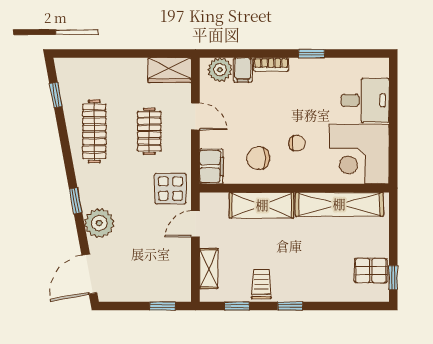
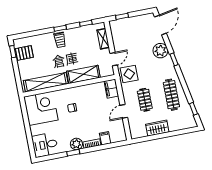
wardrobe: (170, 70) -> (157, 128), moved
plant: (220, 70) -> (76, 144), moved
desk: (365, 100) -> (45, 145), moved
door: (195, 116) -> (124, 111), hinge flipped
chair: (258, 158) -> (89, 97), removed
trolley: (261, 284) -> (60, 40), moved

